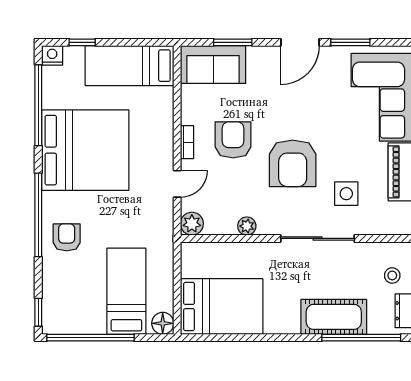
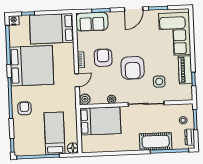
bed: (129, 66) -> (52, 29), width x1.50
bed: (222, 307) -> (100, 121), moved

